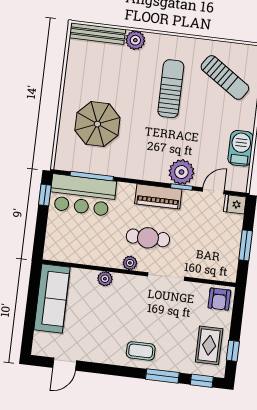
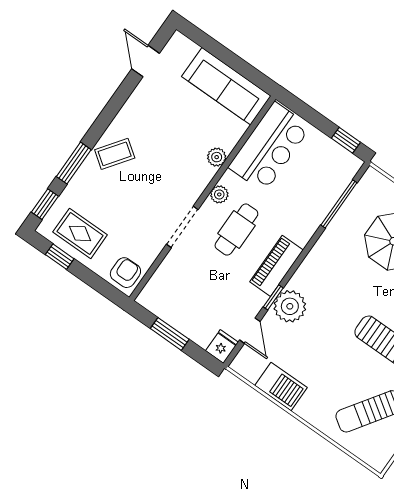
bar counter: (83, 195) -> (269, 147), moved, turned 180
armchair: (219, 299) -> (125, 273), turned 90
coffee table: (141, 351) -> (115, 154), turned 36

